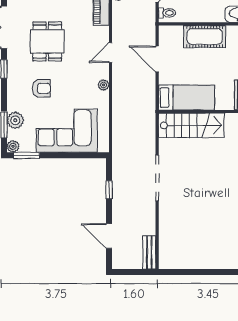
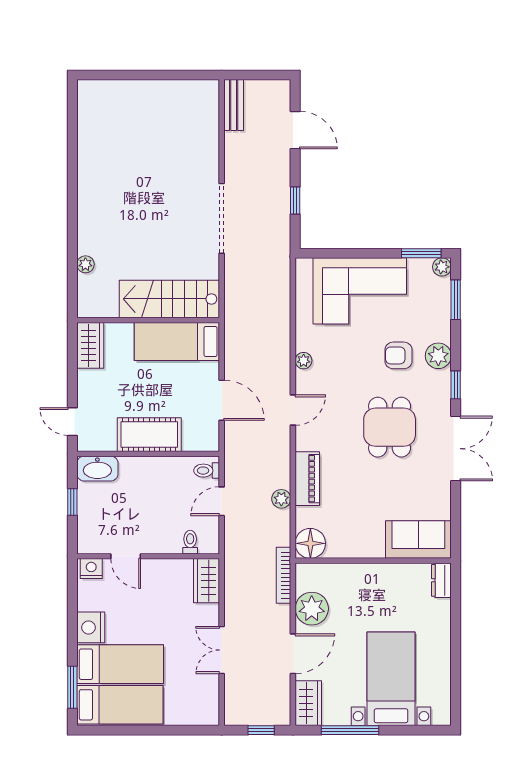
plant: (15, 120) -> (438, 356), moved

